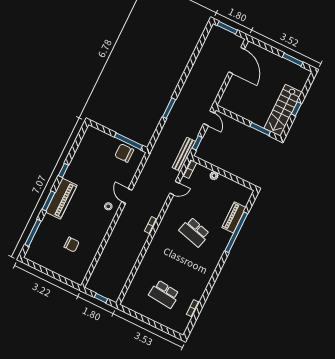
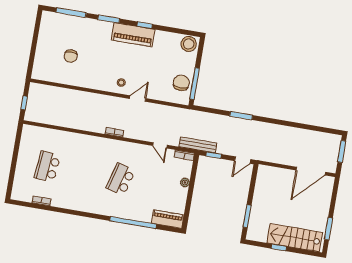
stairs: (283, 110) -> (295, 238), moved
stool: (92, 136) -> (189, 44), added
piano: (61, 199) -> (133, 35), moved
piano: (234, 217) -> (168, 219), moved

